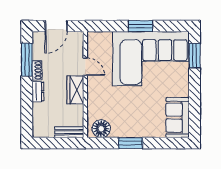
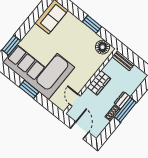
door: (56, 26) -> (79, 130), hinge flipped
window: (27, 60) -> (125, 110), moved
door: (85, 67) -> (75, 100), moved

